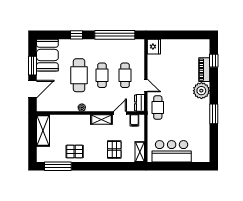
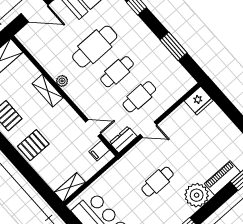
window: (115, 35) -> (174, 46), width x0.47
door: (146, 86) -> (148, 130), hinge flipped
cafe table: (158, 107) -> (158, 182), moved
shelving: (101, 119) -> (48, 91), moved
pallet: (114, 150) -> (33, 145), moved

